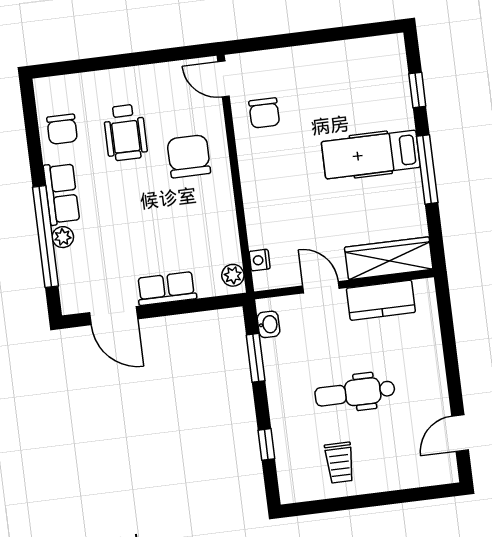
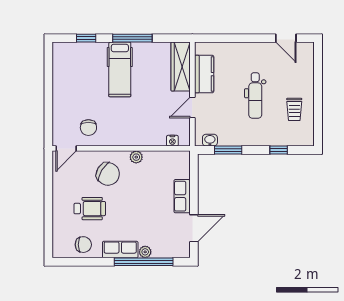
chair: (264, 113) -> (88, 128), turned 90
chair: (189, 156) -> (108, 174), turned -149
plant: (233, 275) -> (136, 157), moved
trolley: (339, 463) -> (294, 109), turned 90

